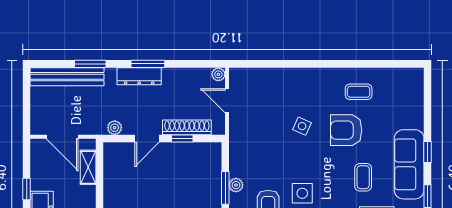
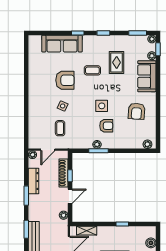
dresser: (139, 76) -> (34, 181), moved
coffee table: (359, 92) -> (60, 128), moved
armchair: (346, 130) -> (65, 80), turned -90
door: (147, 139) -> (70, 196), hinge flipped
sofa: (409, 164) -> (62, 44), moved

